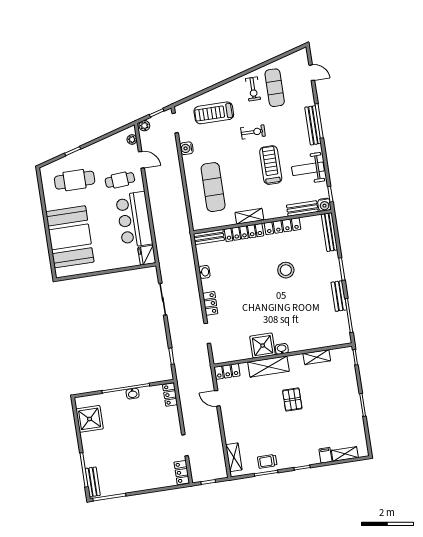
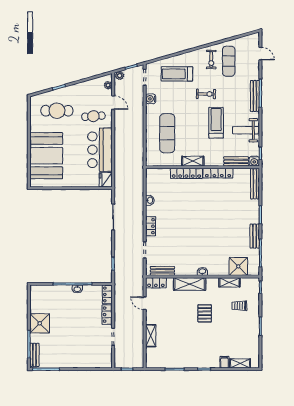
bench: (209, 237) -> (162, 271), moved
stool: (286, 270) -> (215, 209), removed
shower: (263, 346) -> (238, 266), moved
shower: (90, 419) -> (40, 323), moved
shelving: (234, 457) -> (151, 336), moved
trolley: (267, 461) -> (239, 306), moved
locker: (182, 472) -> (107, 315), moved

